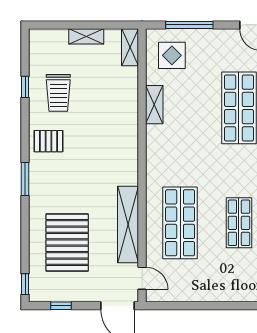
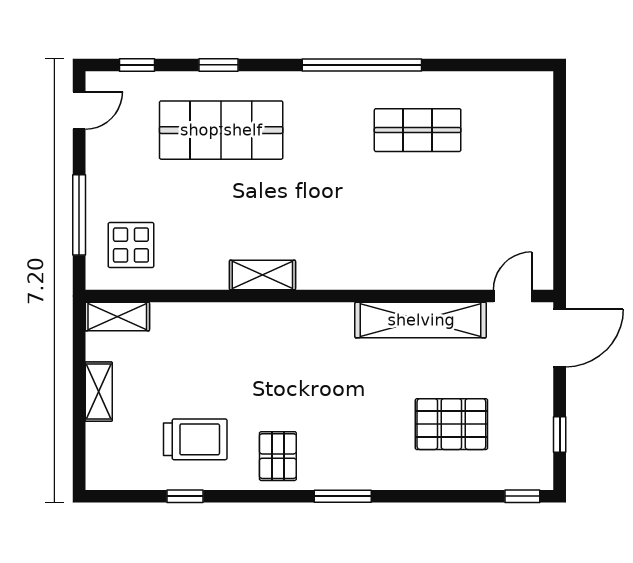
shelving: (154, 105) -> (262, 275), moved
shop shelf: (180, 223) -> (418, 231), removed
pallet: (67, 243) -> (451, 424), width x0.73, depth x0.71

